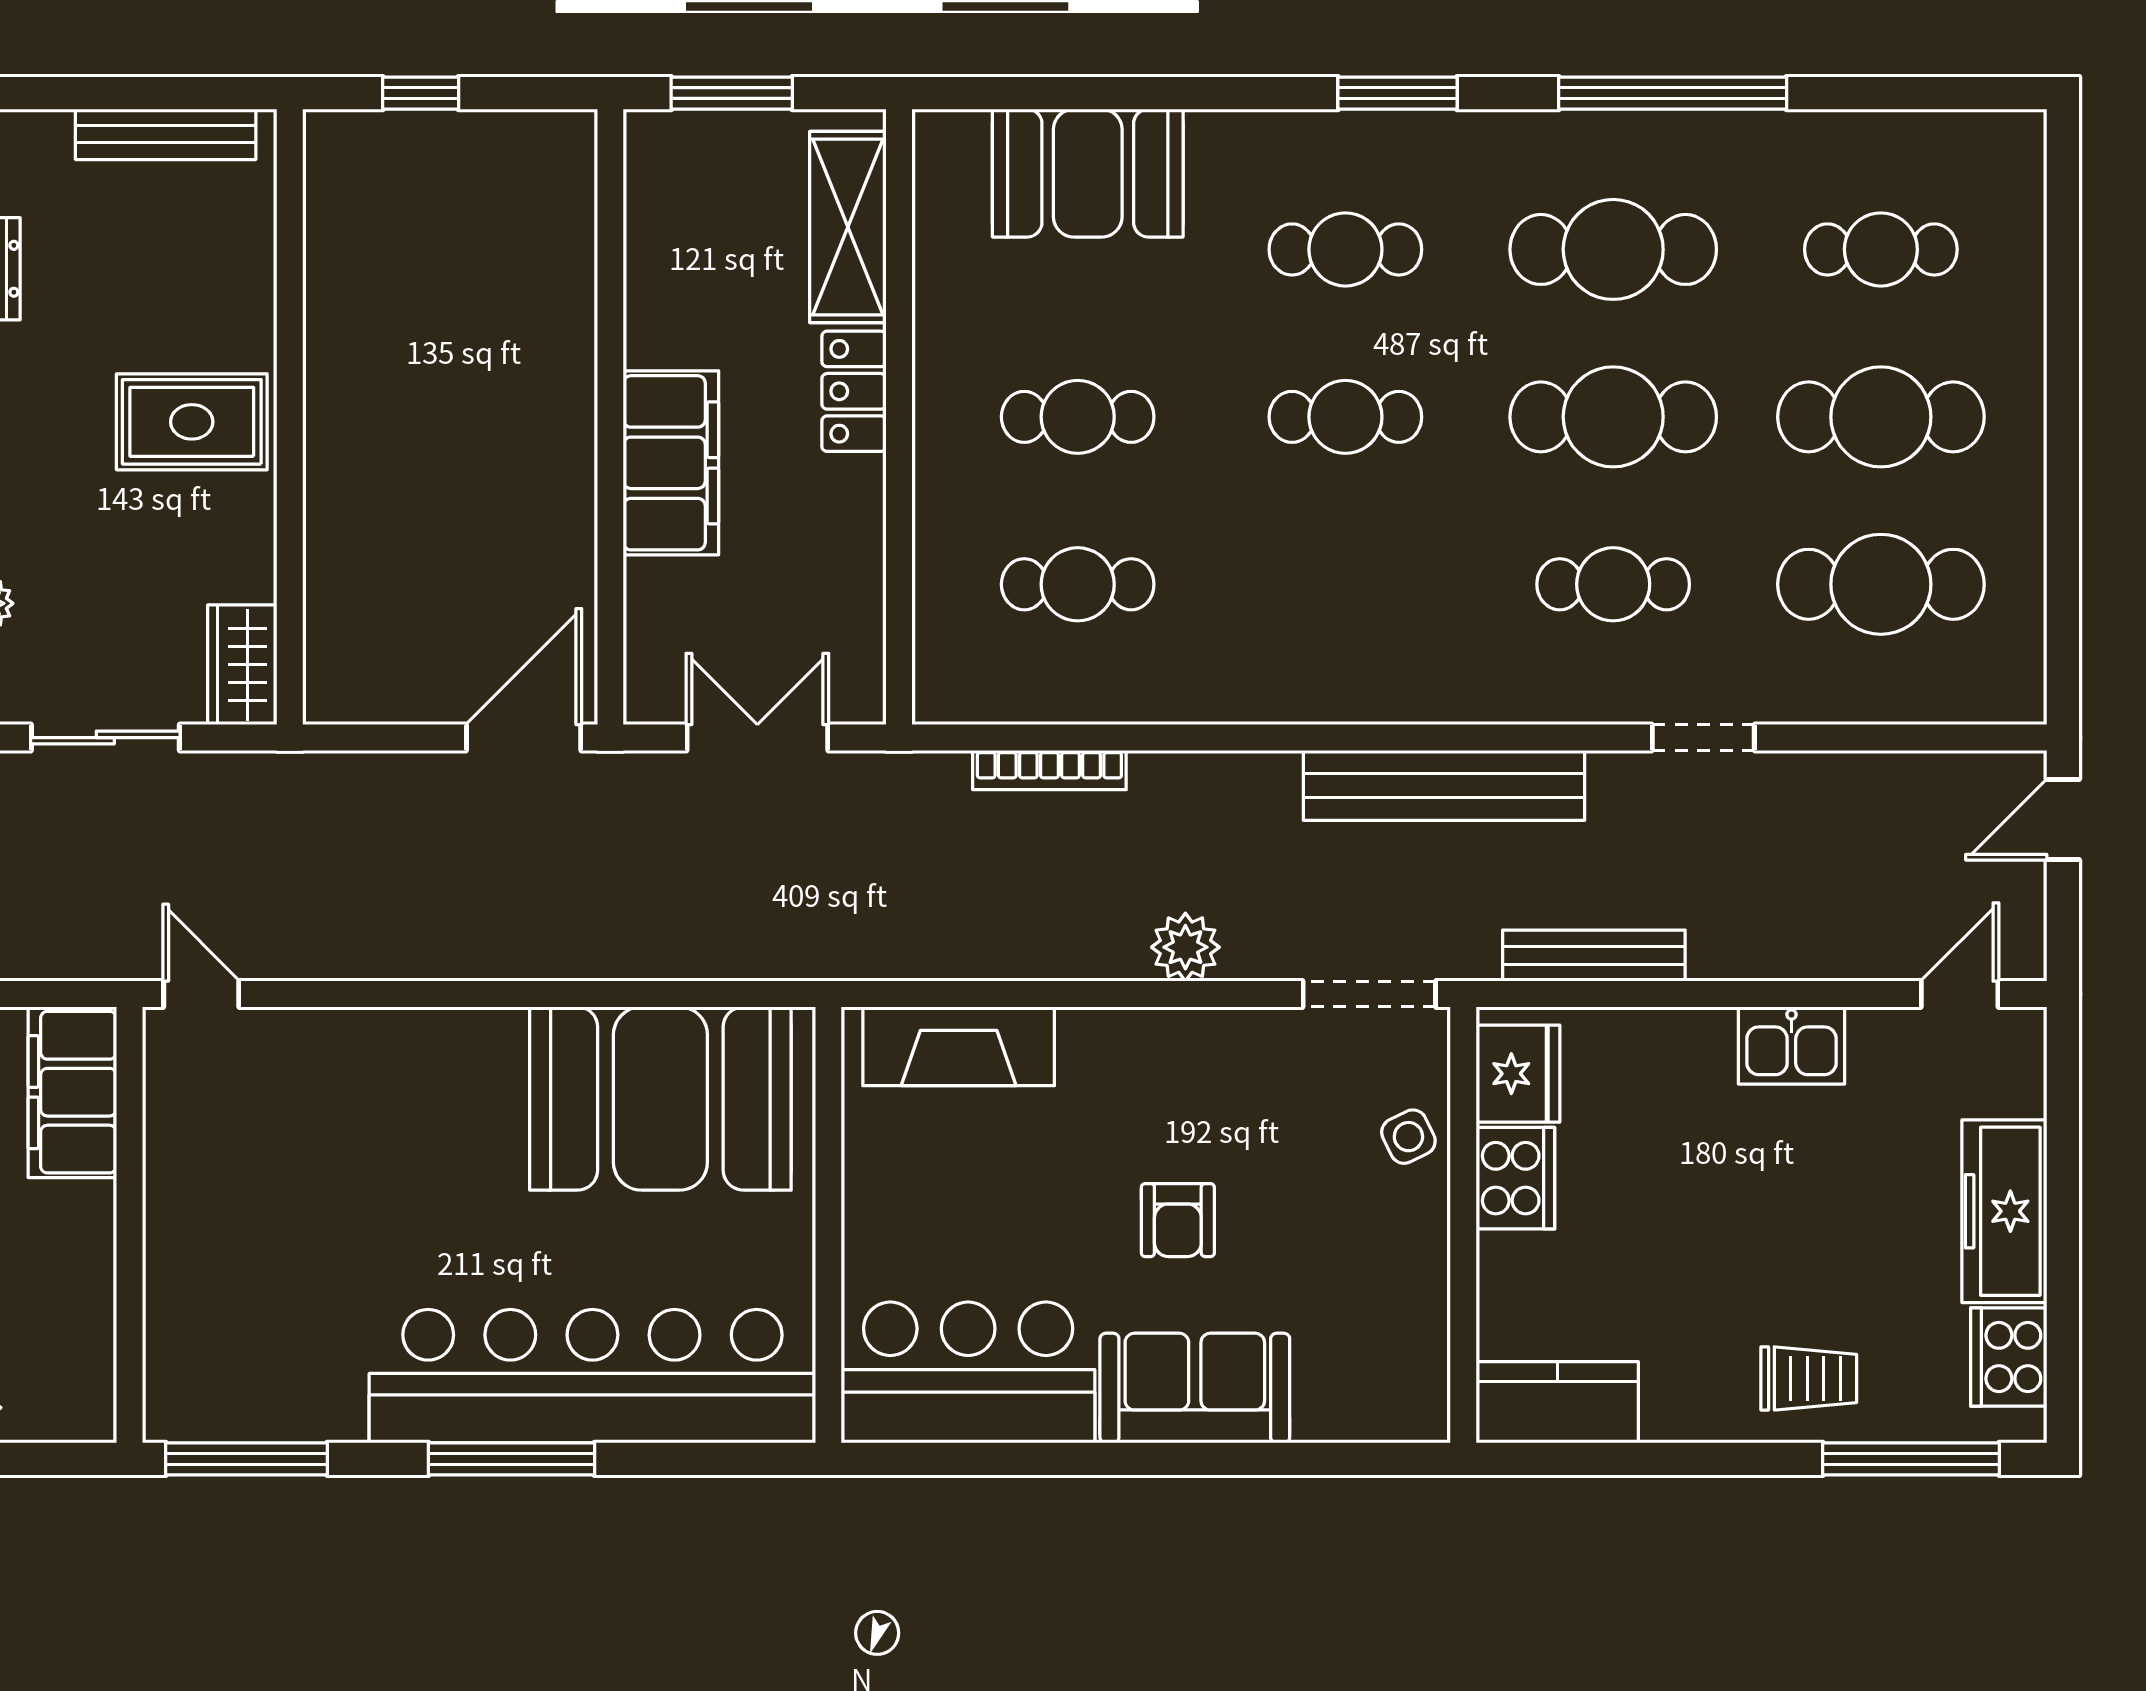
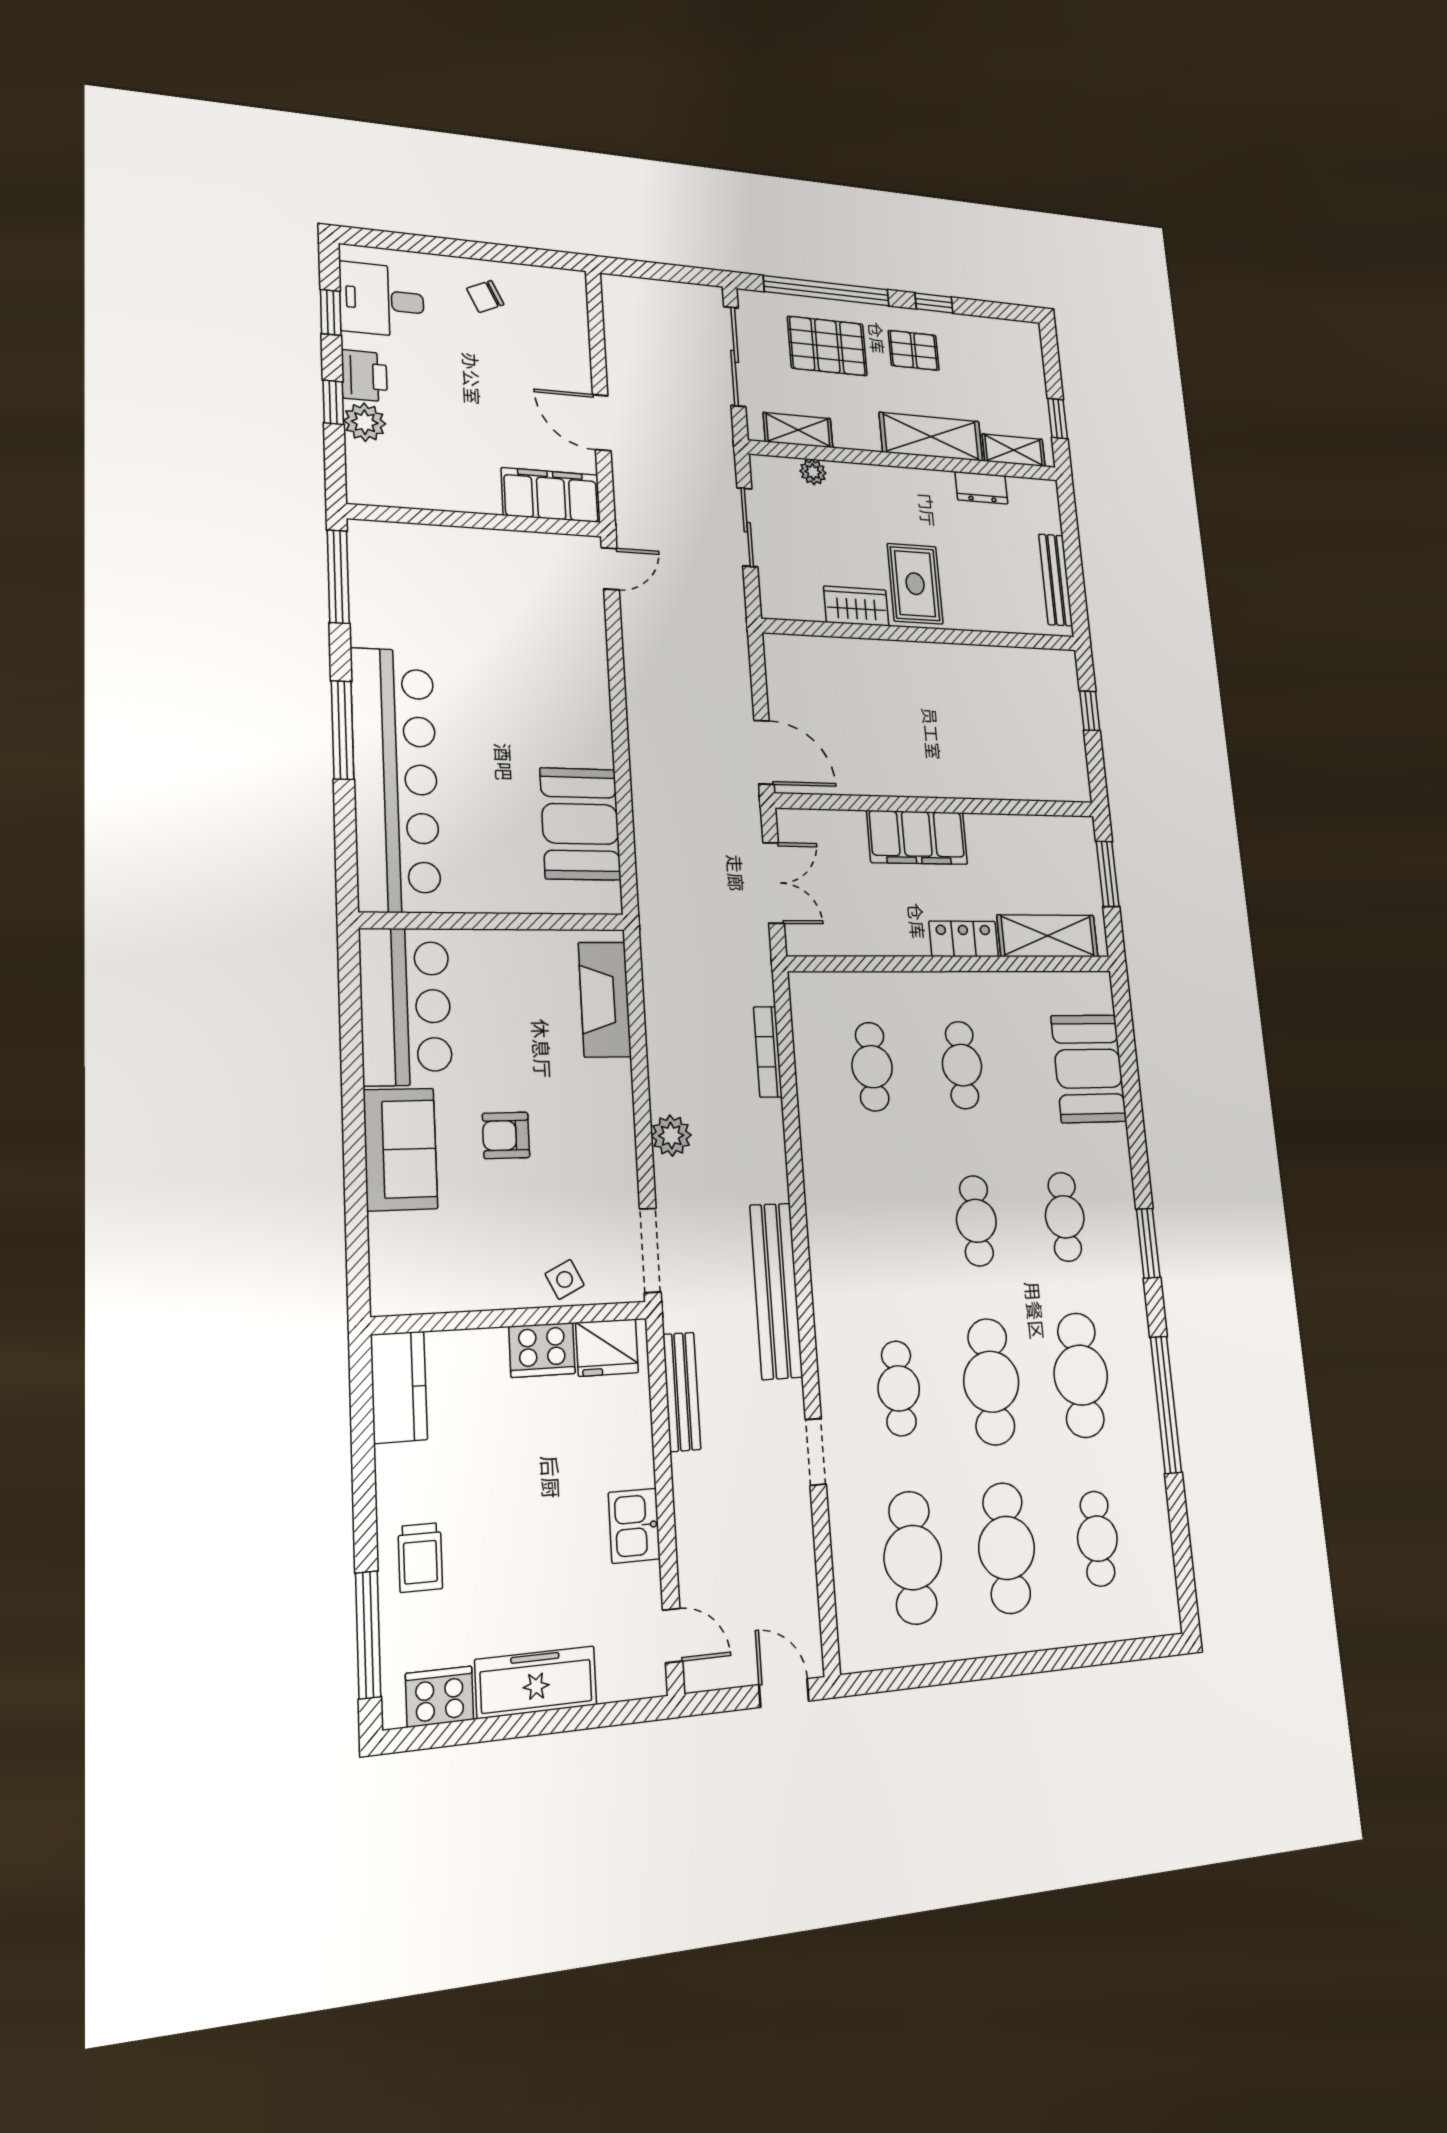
wardrobe: (242, 665) -> (856, 606), moved
booth: (660, 1099) -> (580, 824), width x0.73, depth x0.70

